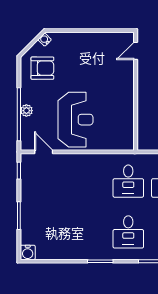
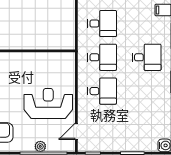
desk: (90, 181) -> (102, 91), added

